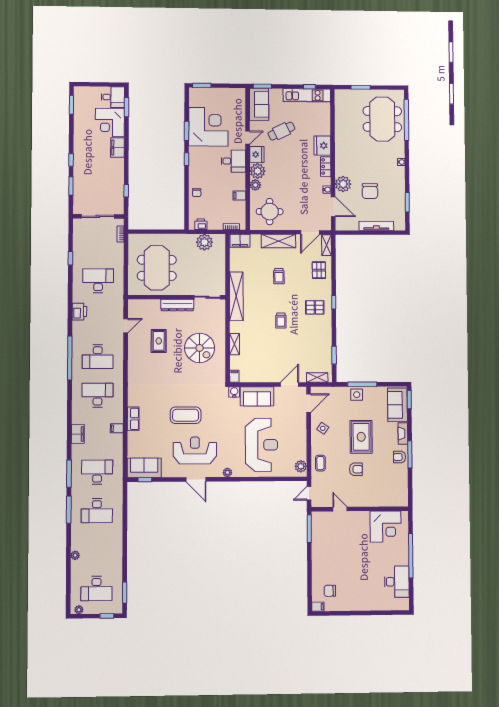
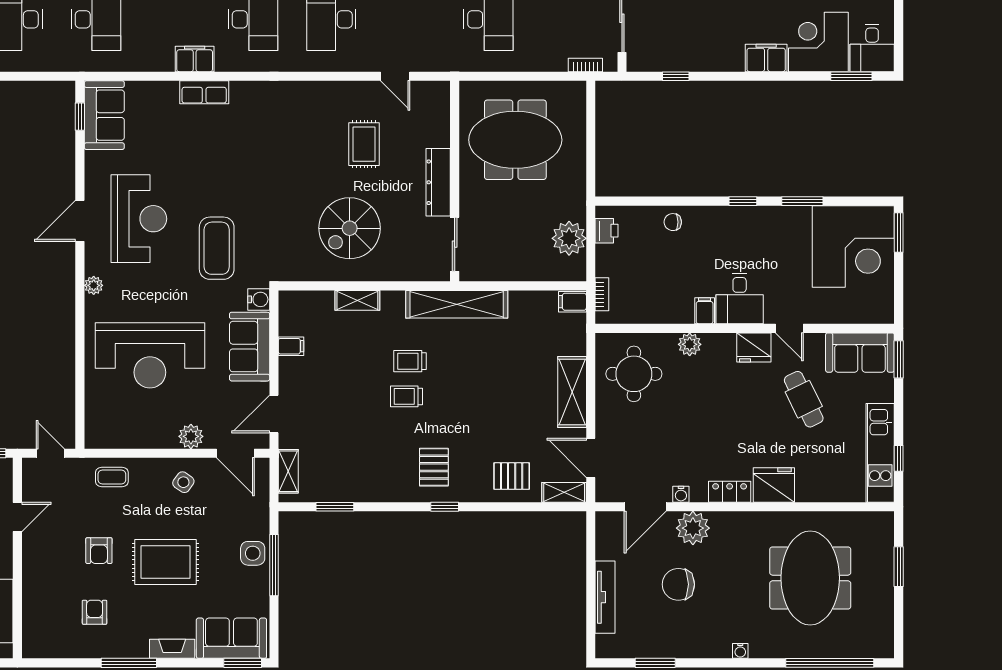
meeting table: (382, 119) -> (810, 578), moved, turned 90
corner desk: (208, 127) -> (853, 246), moved
plant: (258, 171) -> (719, 349), removed
filing cabinet: (239, 196) -> (705, 311), moved
filing cabinet: (240, 241) -> (573, 302), width x0.50
trolley: (279, 276) -> (410, 361), moved
rug: (159, 341) -> (364, 144), turned 90
filing cabinet: (234, 376) -> (291, 346), moved
door: (290, 384) -> (274, 414), swing flipped
coffee table: (186, 415) -> (217, 248), moved
filing cabinet: (117, 428) -> (195, 59), width x2.00
armchair: (399, 457) -> (95, 612), moved
plant: (301, 466) -> (191, 436), moved

